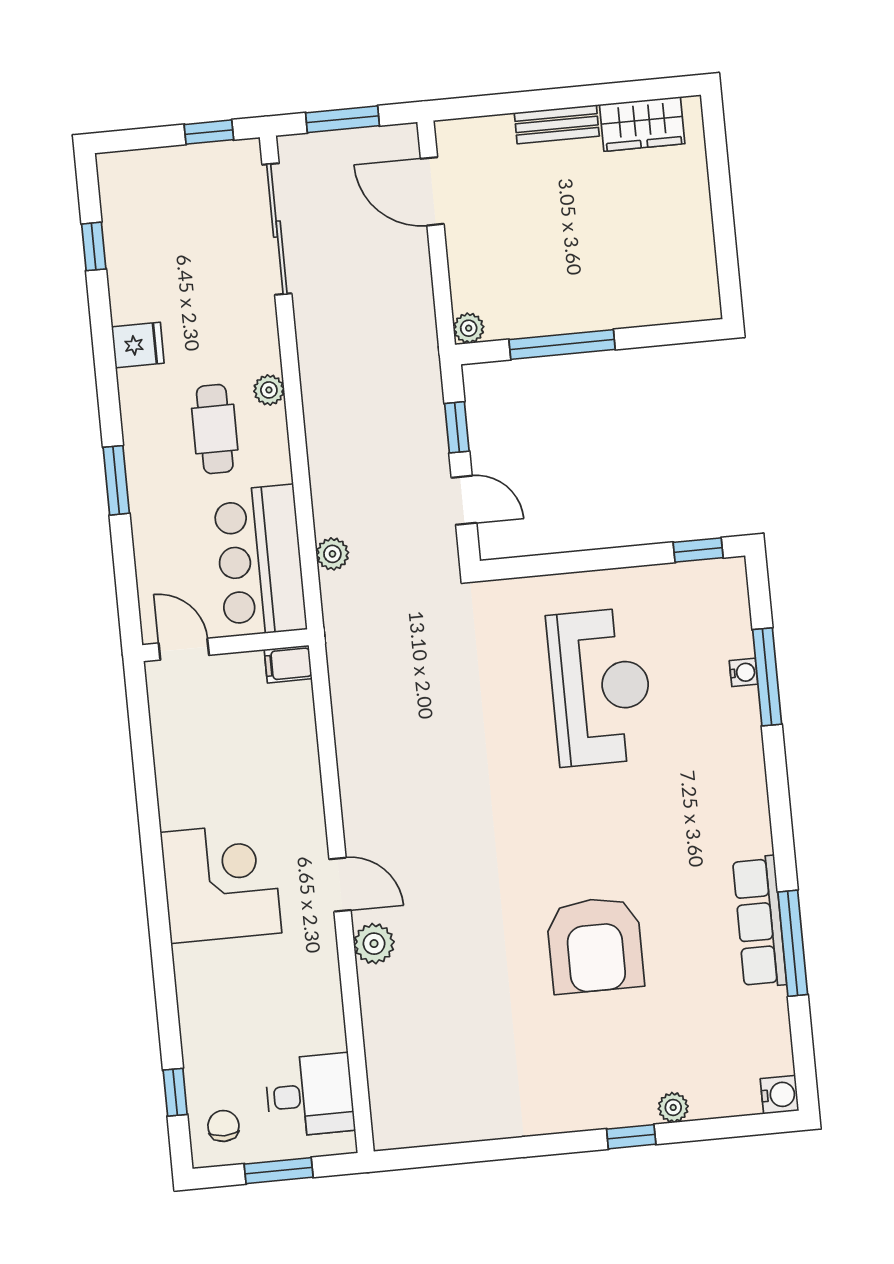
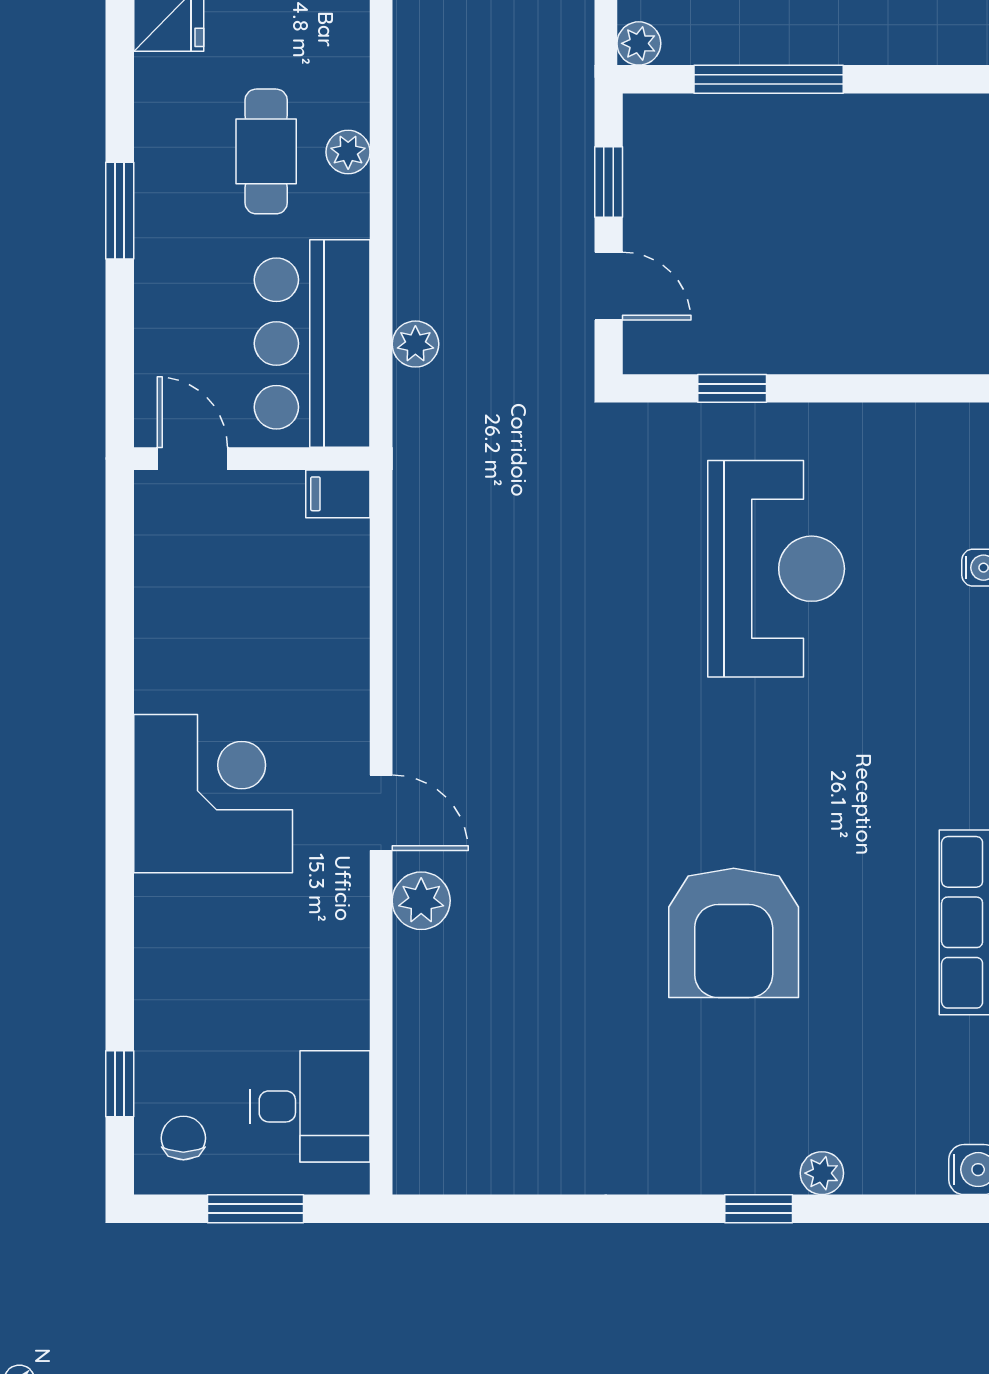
plant: (269, 390) -> (348, 152), moved
window: (698, 550) -> (732, 388), moved

